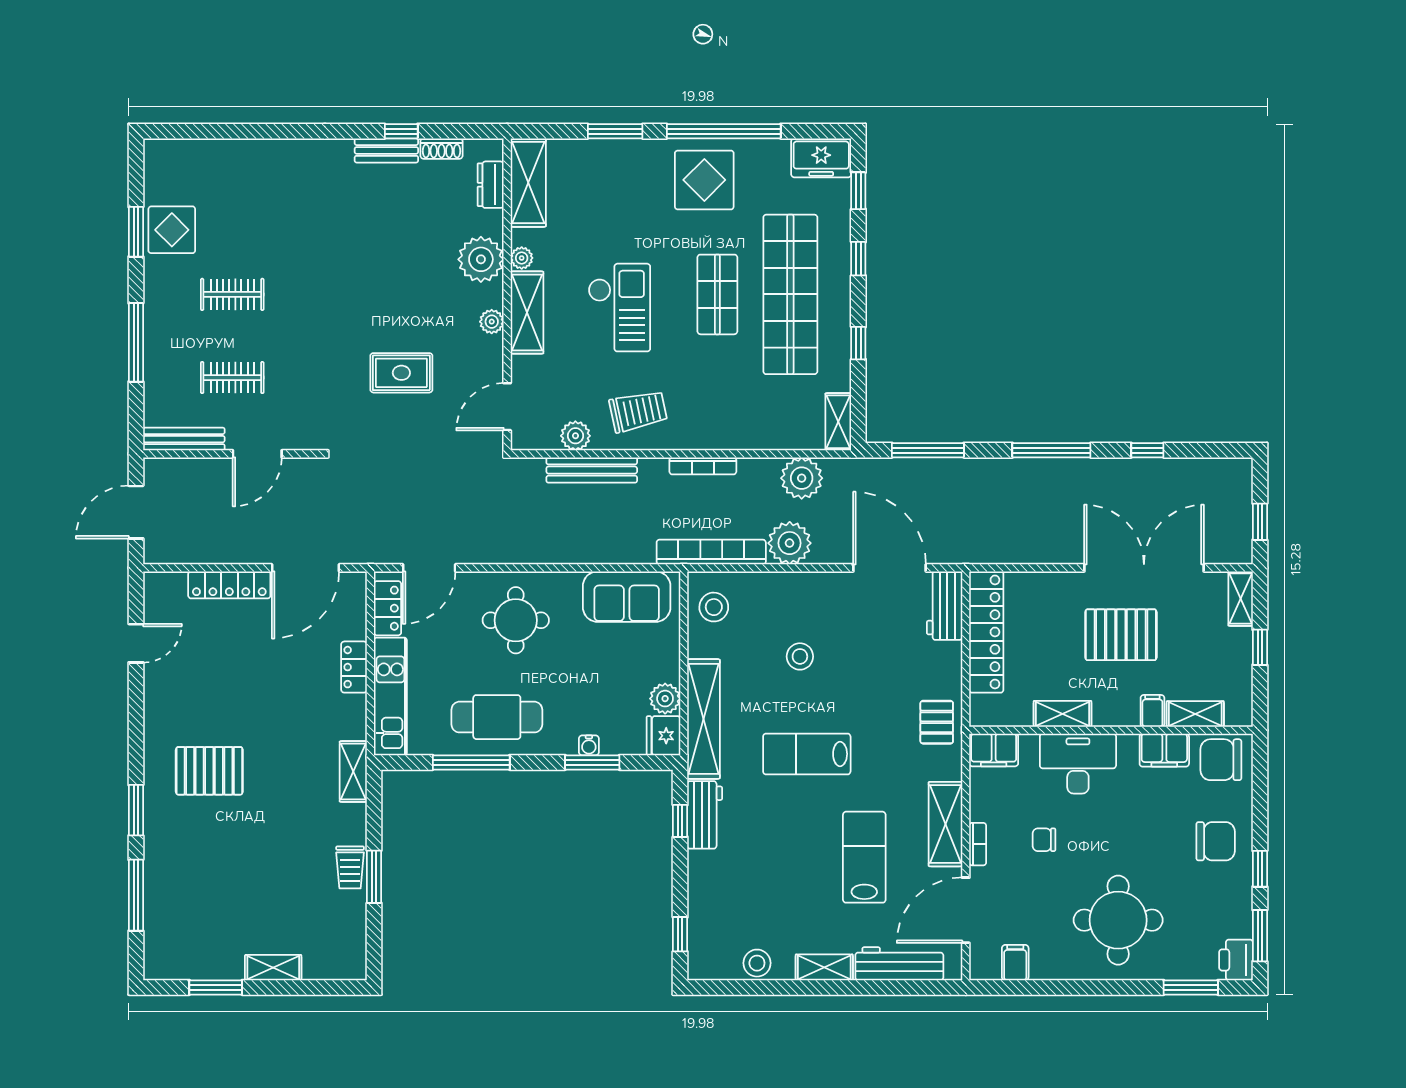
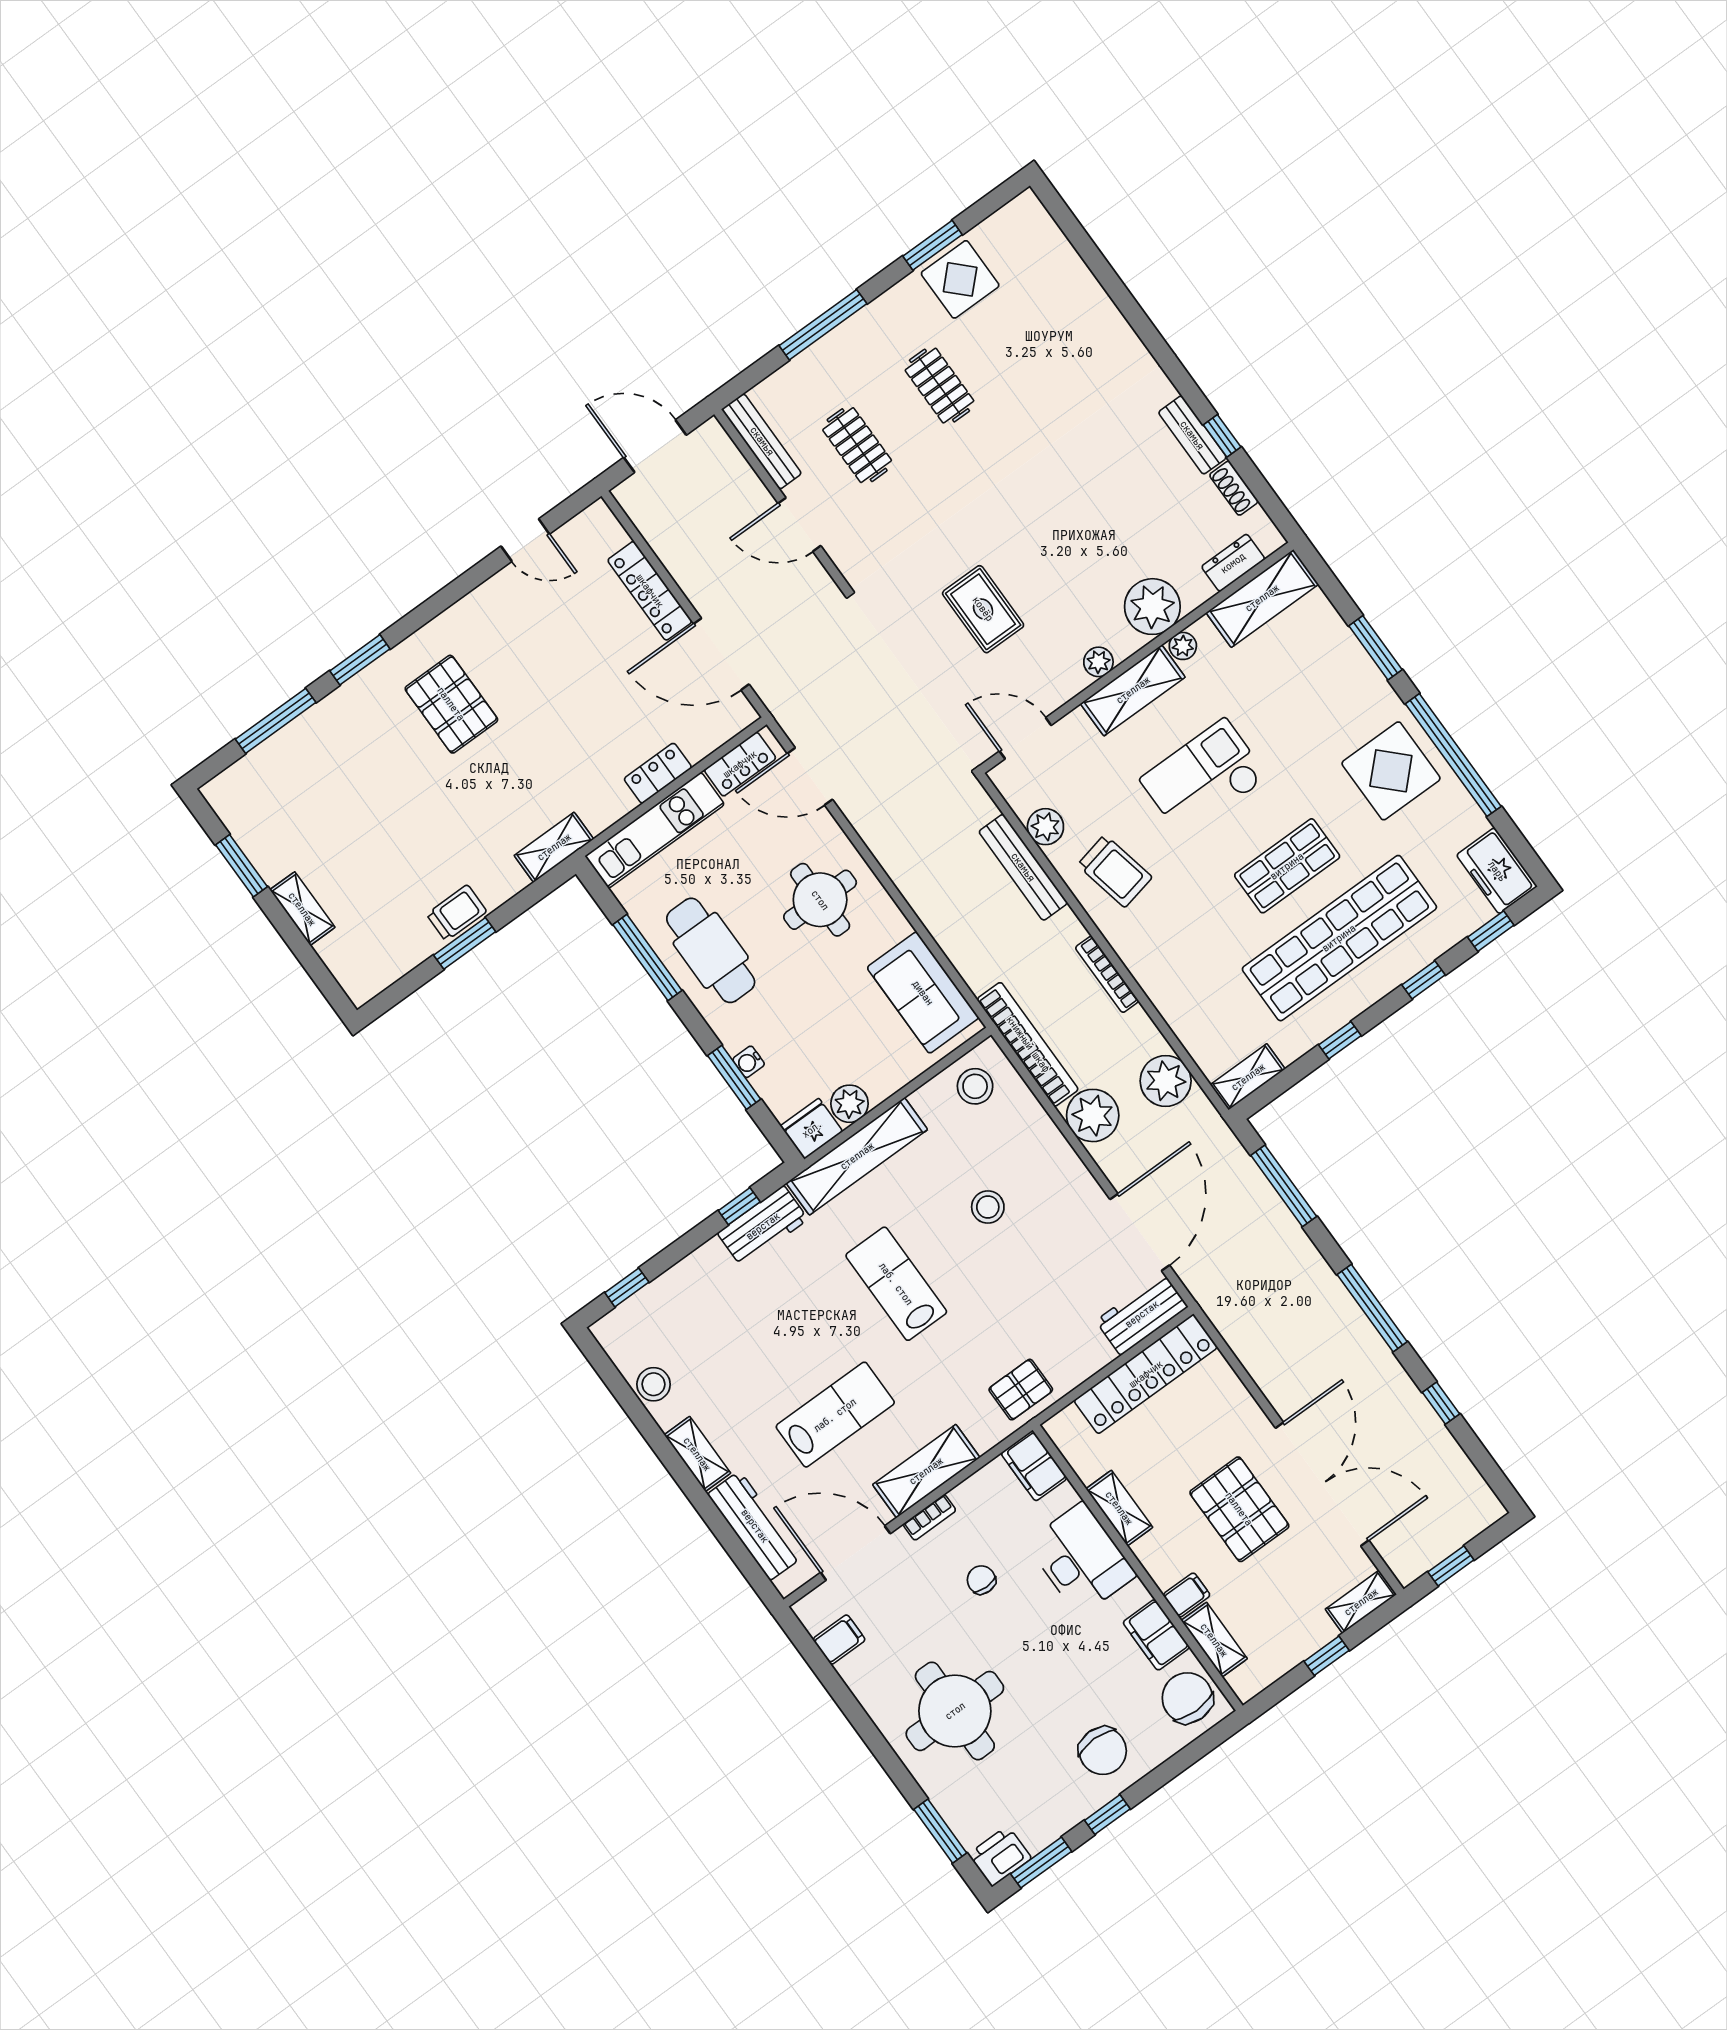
checkout: (619, 308) -> (1204, 778), turned 180
trolley: (350, 867) -> (457, 913), turned 180

